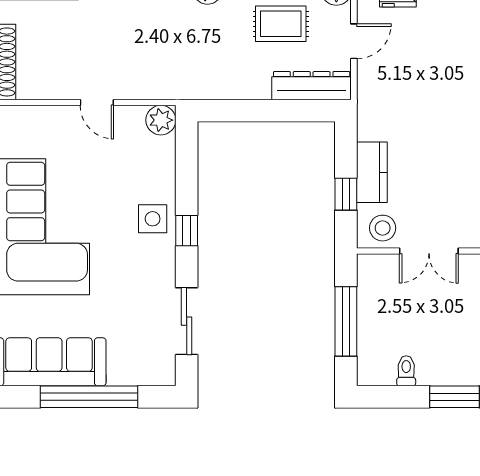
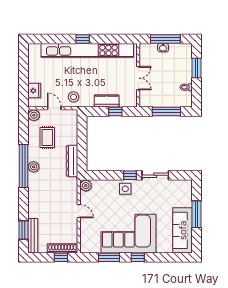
dresser: (312, 86) -> (72, 161), moved
door: (97, 102) -> (79, 211), hinge flipped
stool: (383, 228) -> (74, 97), moved
sliding door: (187, 321) -> (155, 175), moved
window: (89, 397) -> (197, 214), width x0.68

